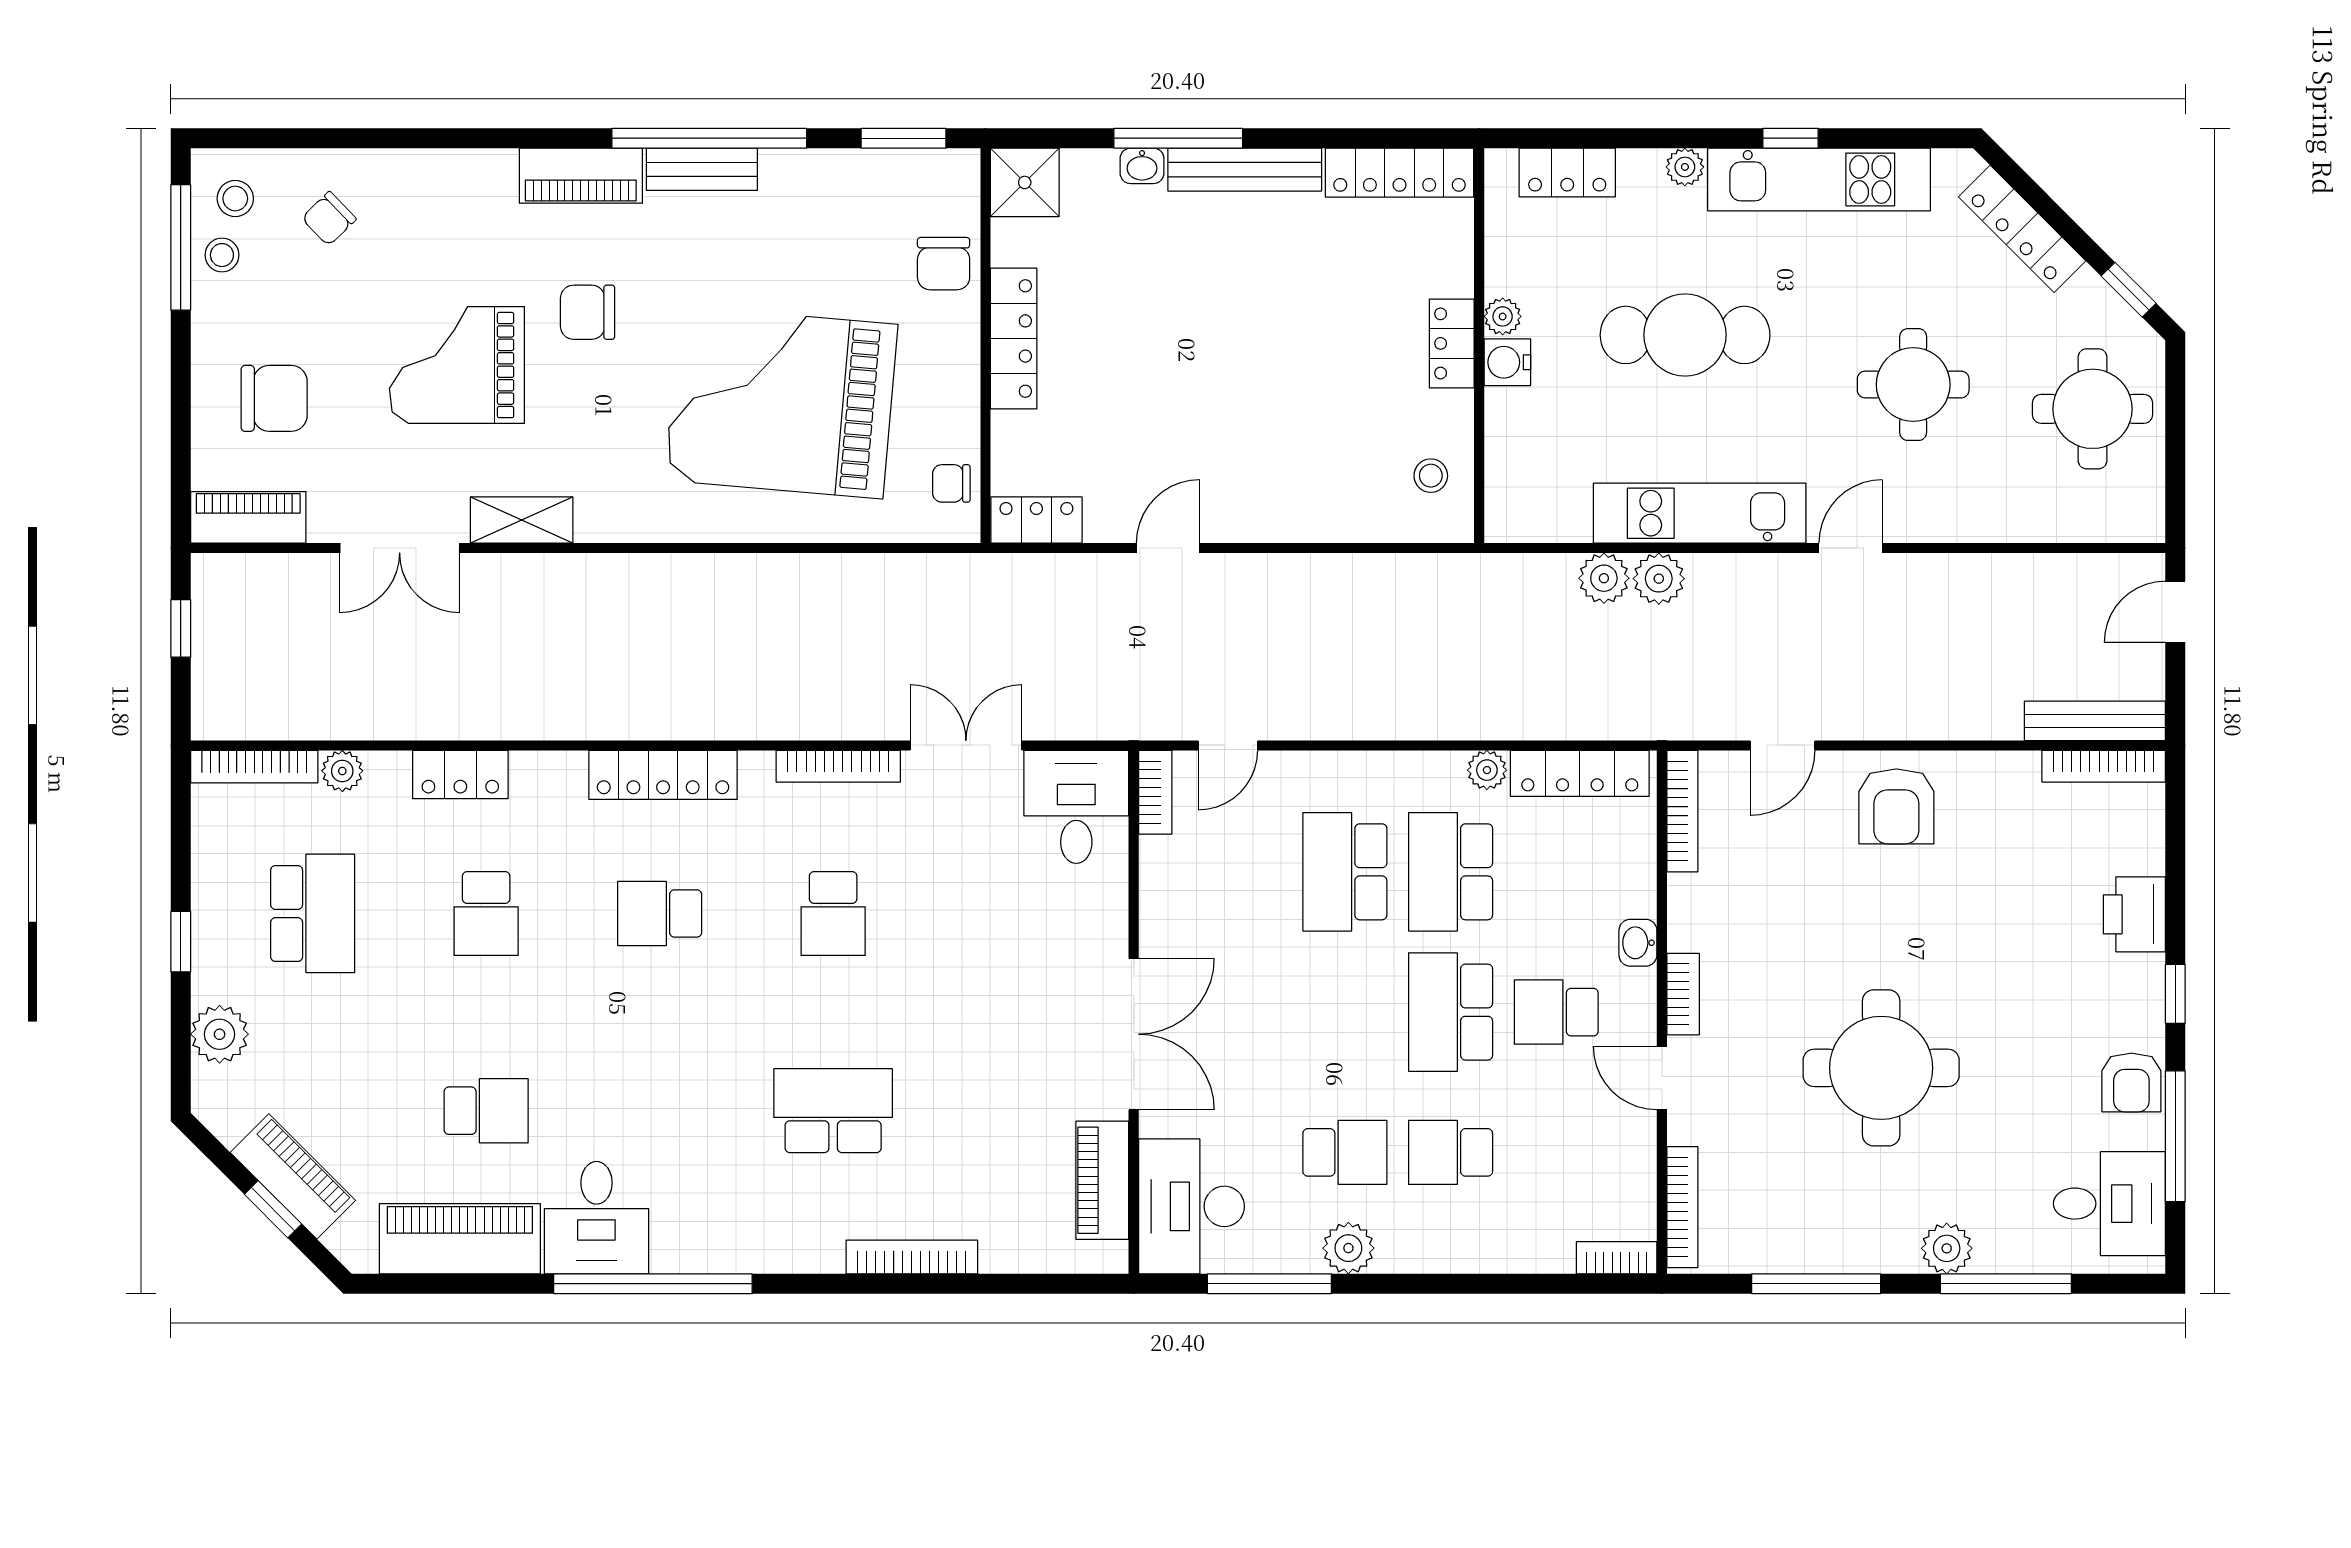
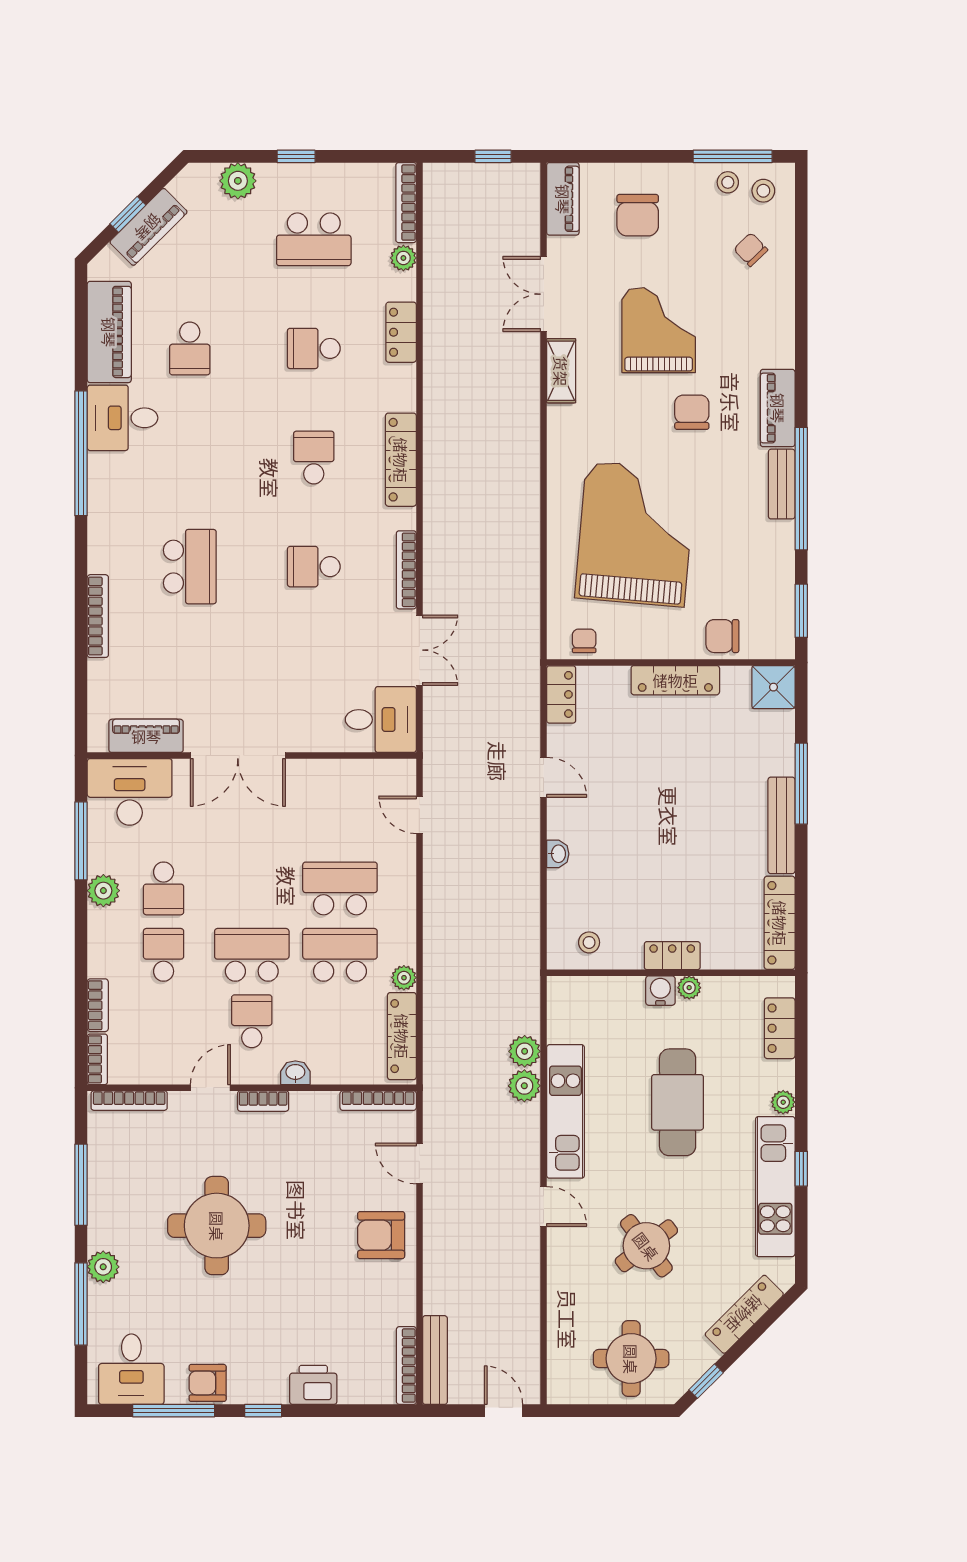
washbasin: (1142, 166) -> (558, 854), moved, turned 180
round table: (1913, 385) -> (646, 1246), turned -37
bookcase: (1155, 792) -> (98, 1005), moved, turned -90

